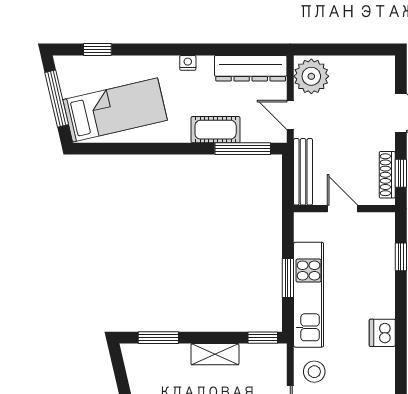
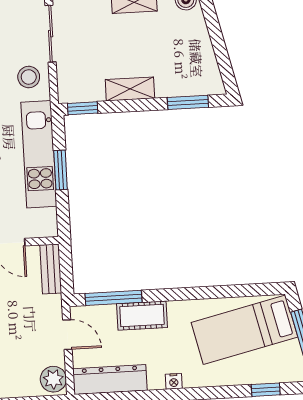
plant: (311, 76) -> (53, 379), width x0.73, depth x0.73
bench: (303, 172) -> (51, 269), width x0.73

